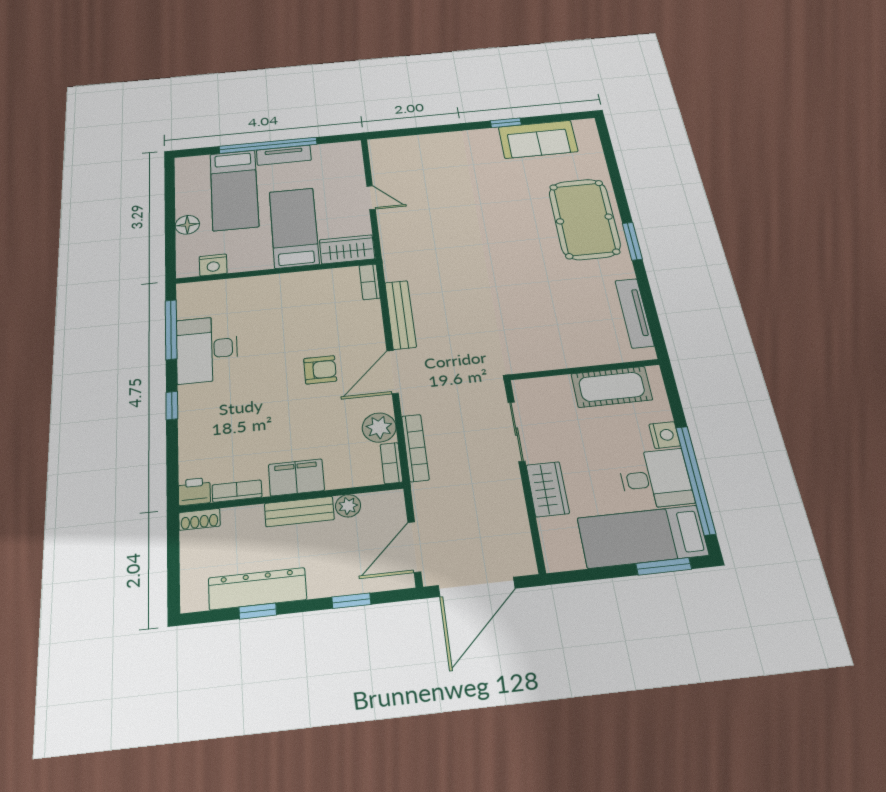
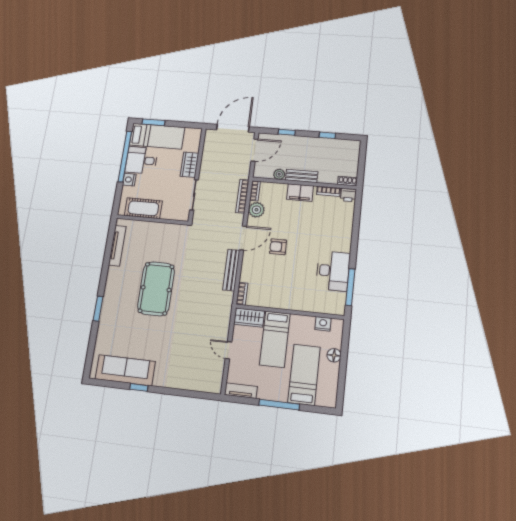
sofa: (538, 139) -> (125, 370), width x1.36
window: (268, 145) -> (279, 405), width x0.68
tv unit: (284, 155) -> (241, 391), moved
pool table: (584, 219) -> (156, 289), moved
window: (632, 241) -> (98, 309), moved
window: (172, 405) -> (354, 242), removed
dresser: (257, 589) -> (326, 145), removed

